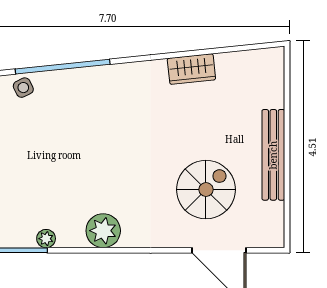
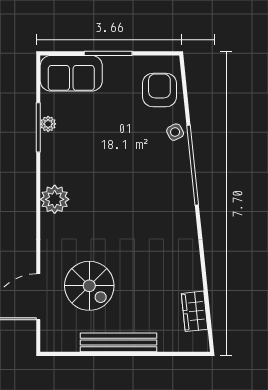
wardrobe: (191, 69) -> (195, 311), moved
plant: (46, 239) -> (48, 124), moved

